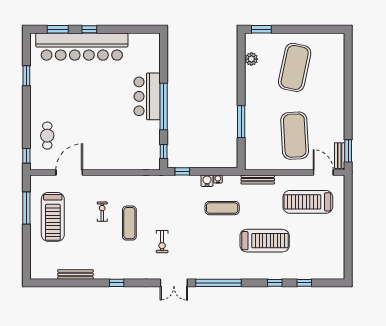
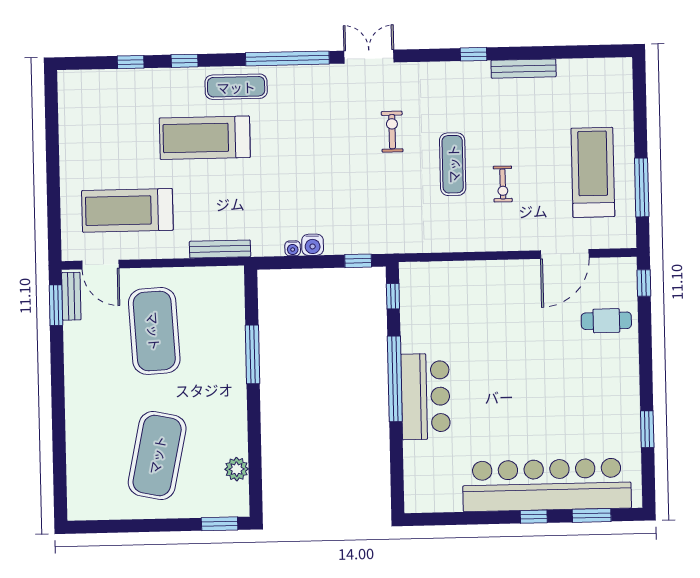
cafe table: (47, 136) -> (606, 321), turned 90
treadmill: (308, 202) -> (127, 210), turned 180
exercise mat: (222, 208) -> (236, 87), moved
bench: (75, 274) -> (524, 69), moved

